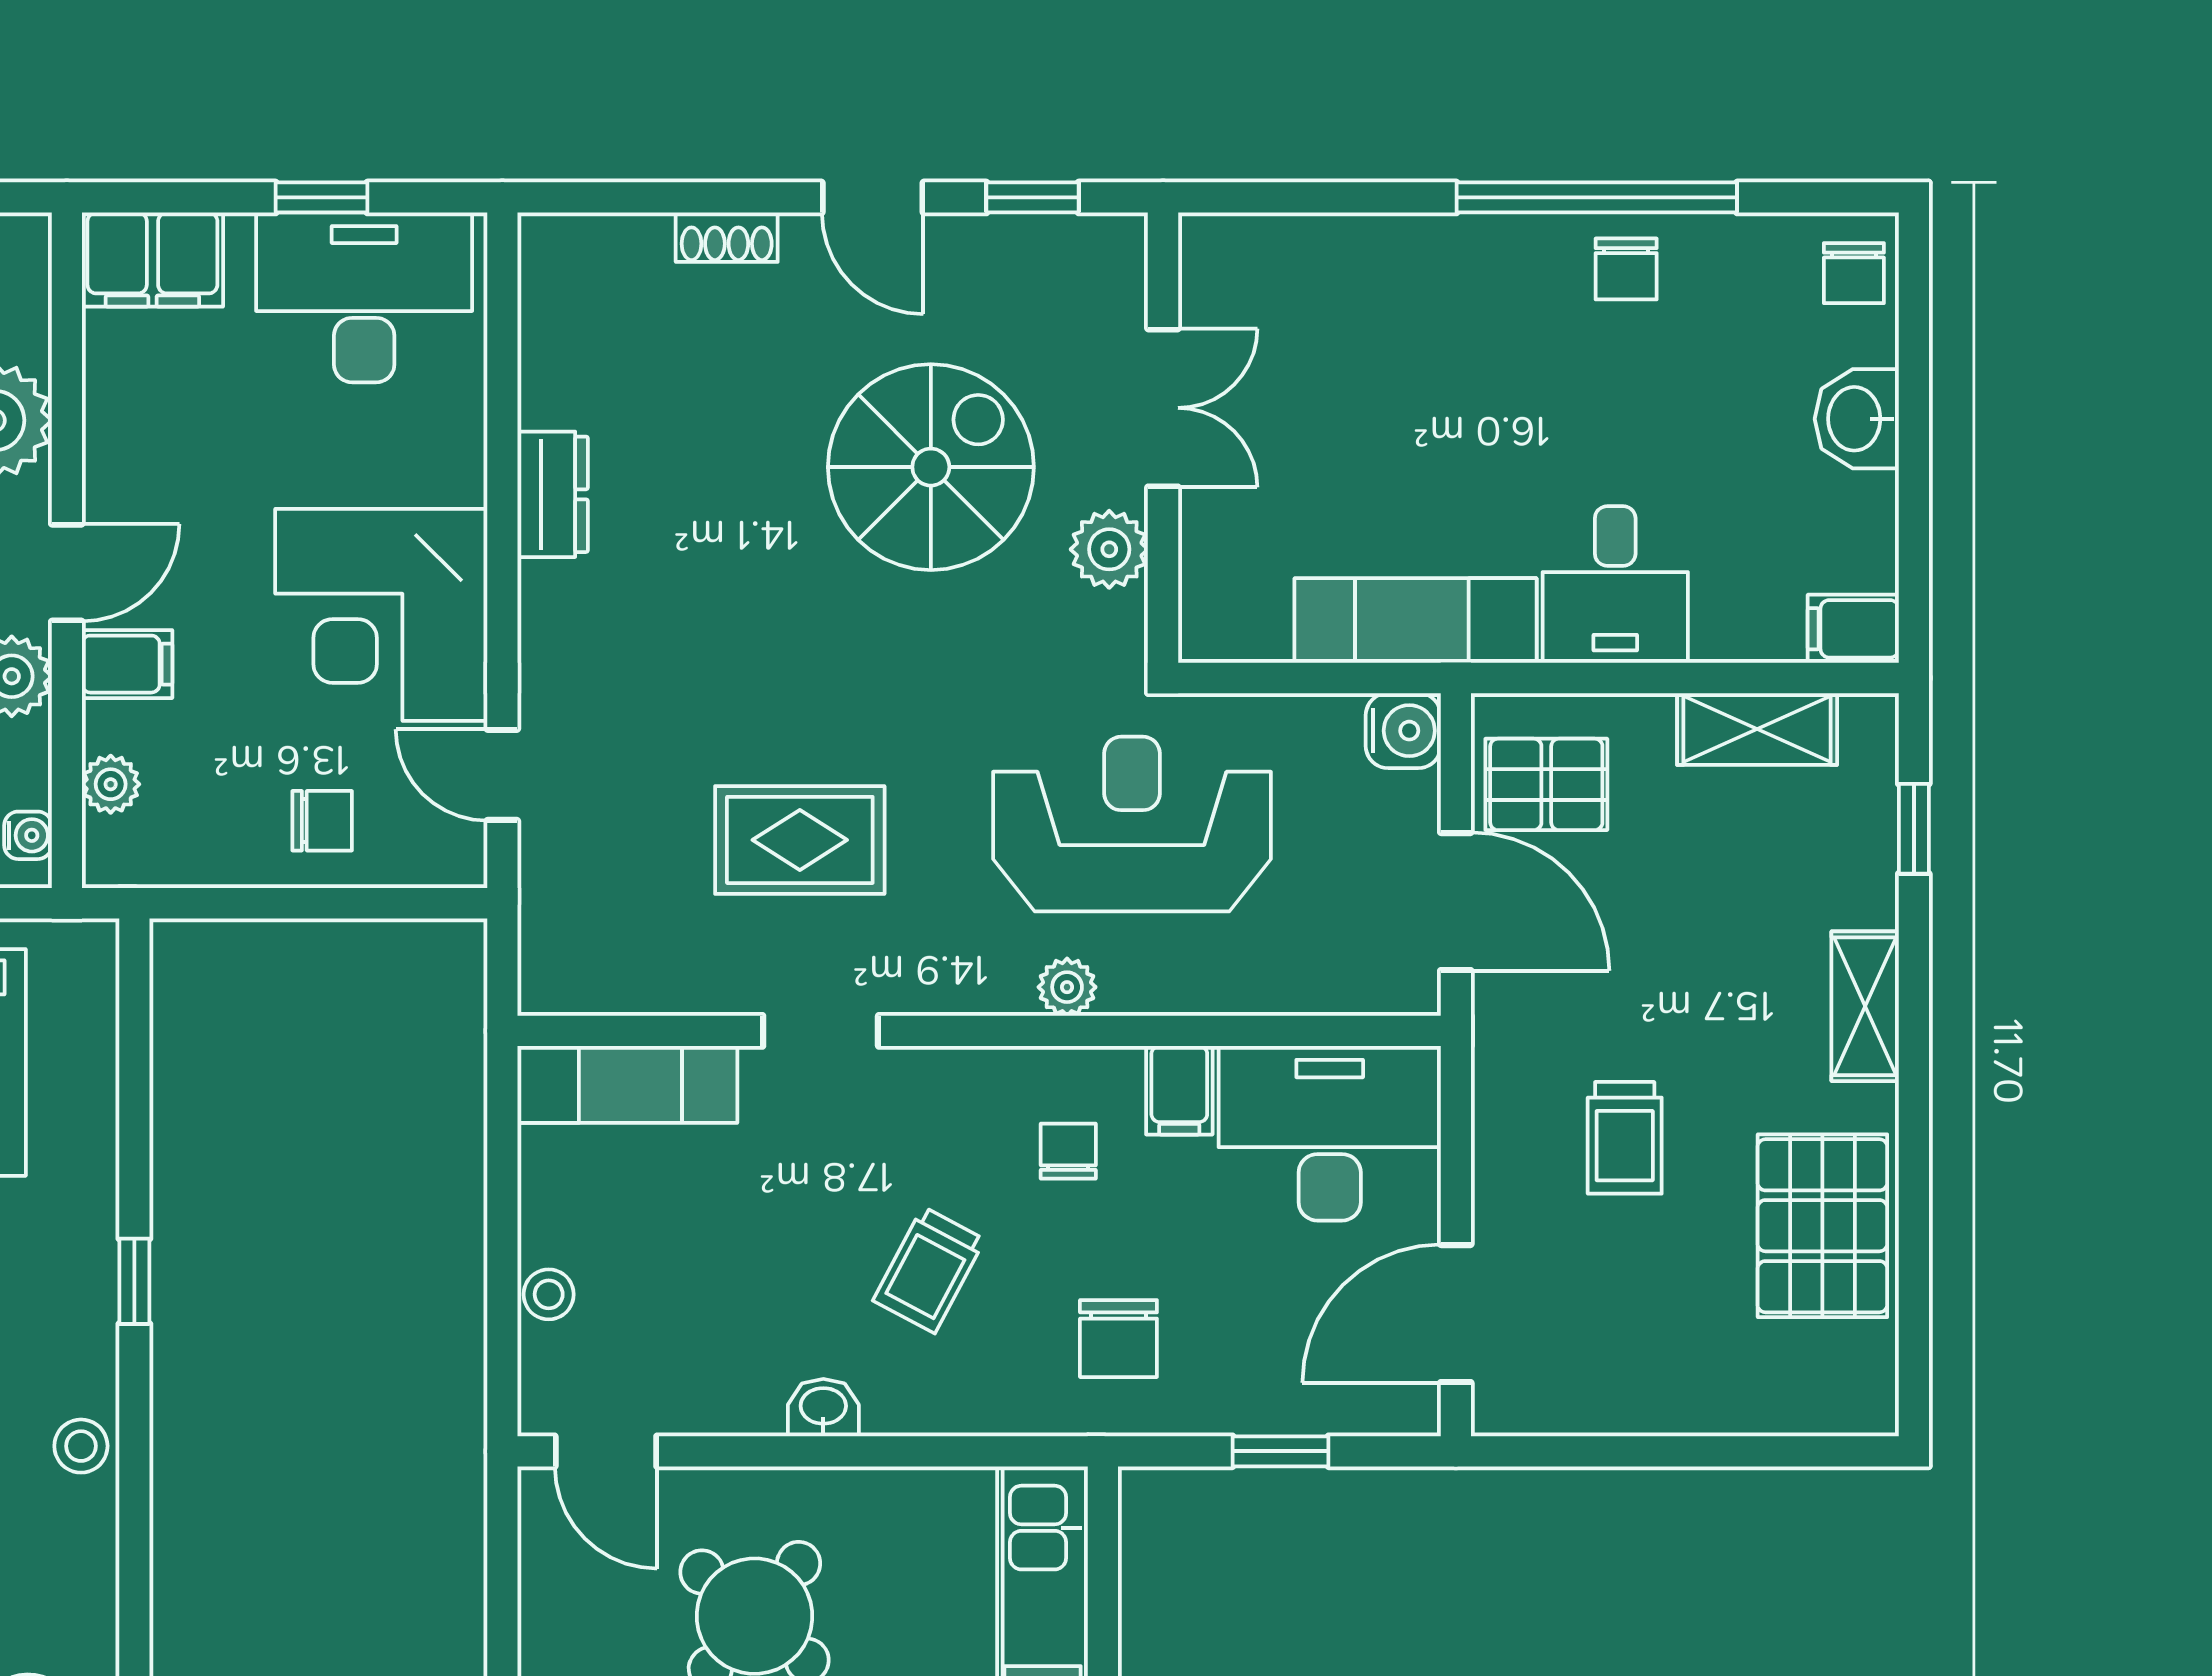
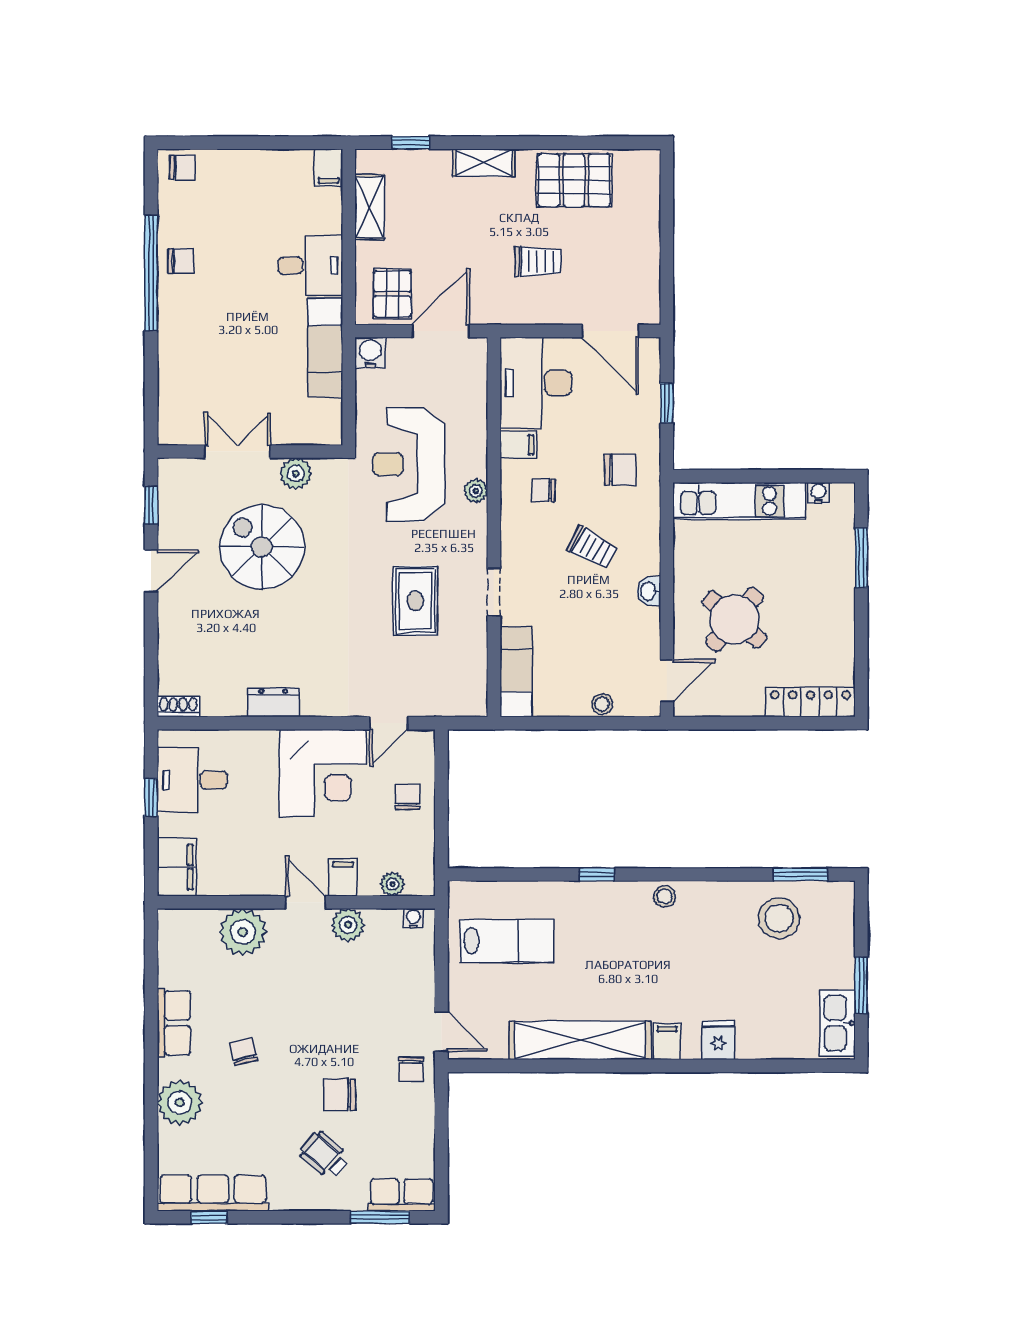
shoe rack: (727, 237) -> (178, 707), moved, turned -90
desk: (364, 297) -> (192, 780), width x0.73
washbasin: (1857, 419) -> (242, 166), removed

